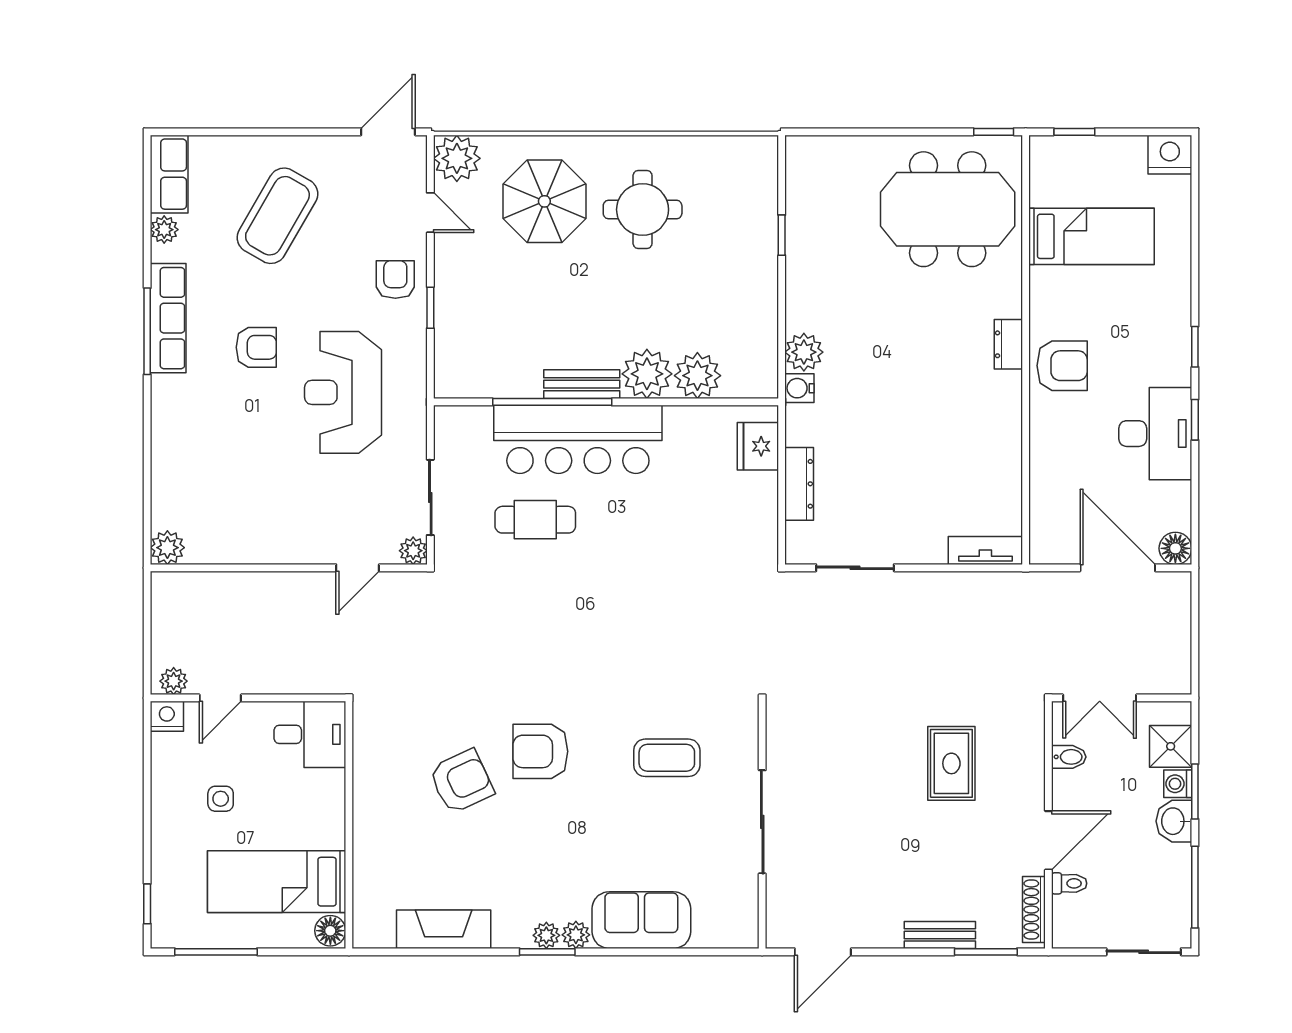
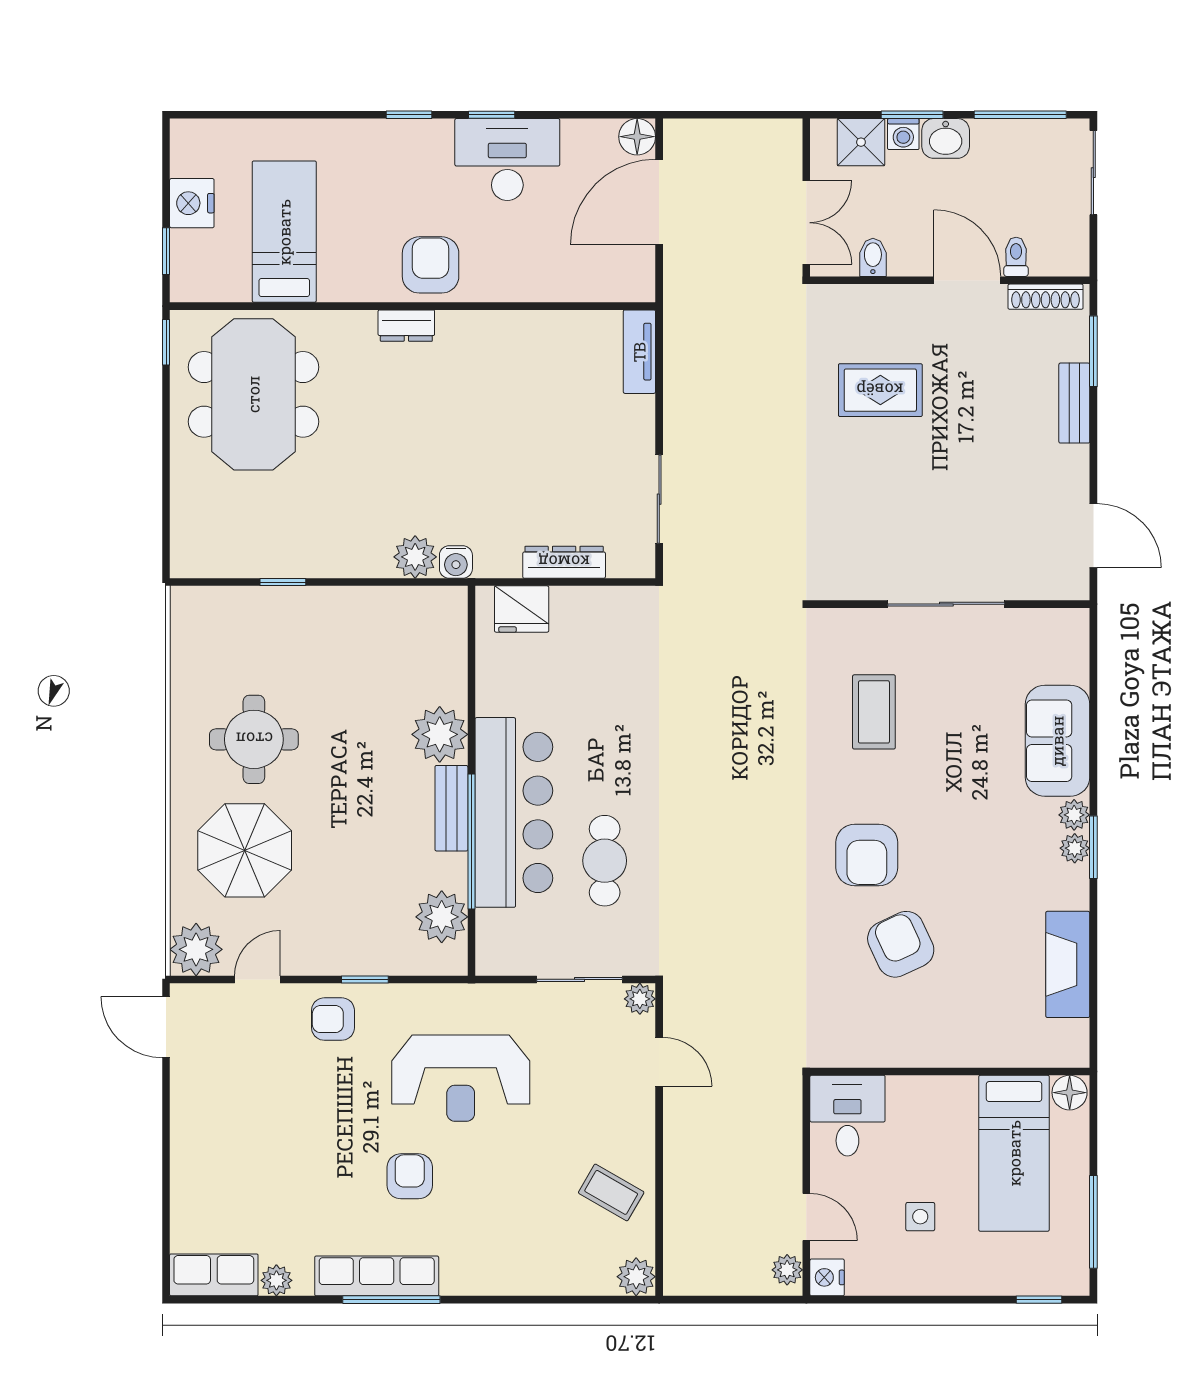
nightstand: (1170, 155) -> (192, 203), moved
coffee table: (277, 216) -> (611, 1192), moved, width x0.54, depth x0.58
plant: (697, 376) -> (442, 917), moved

